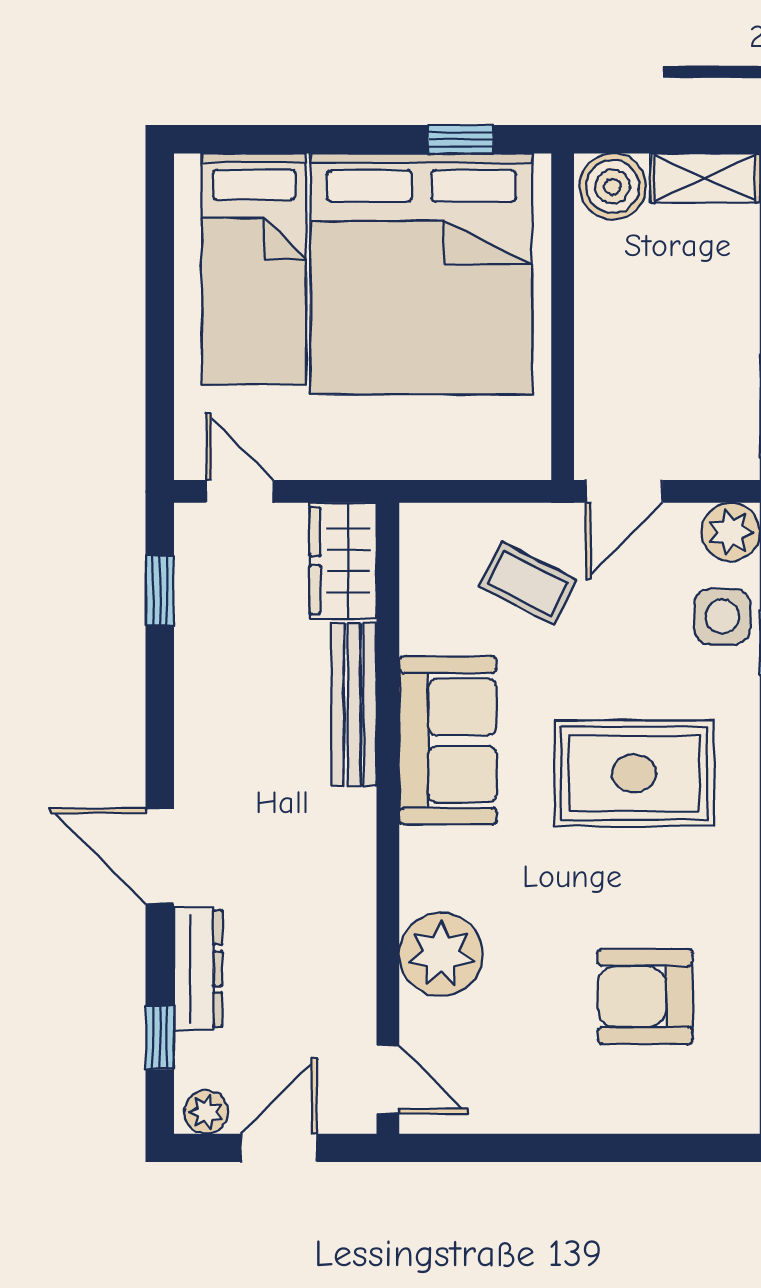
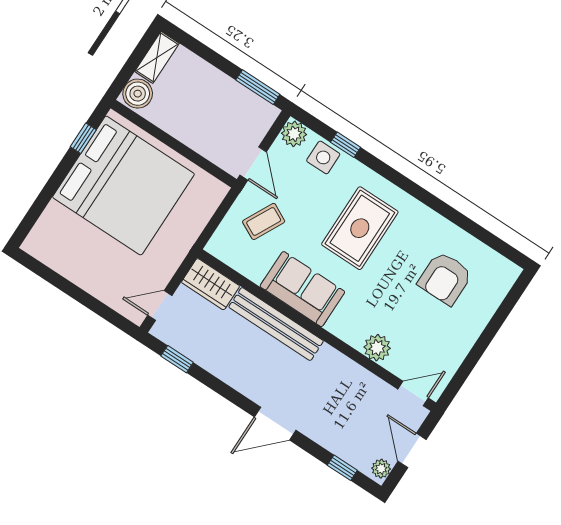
bed: (254, 269) -> (81, 246), removed
bench: (354, 704) -> (276, 324), width x1.37, depth x1.21
plant: (441, 954) -> (377, 348), width x0.73, depth x0.73
dresser: (198, 969) -> (326, 437), removed

